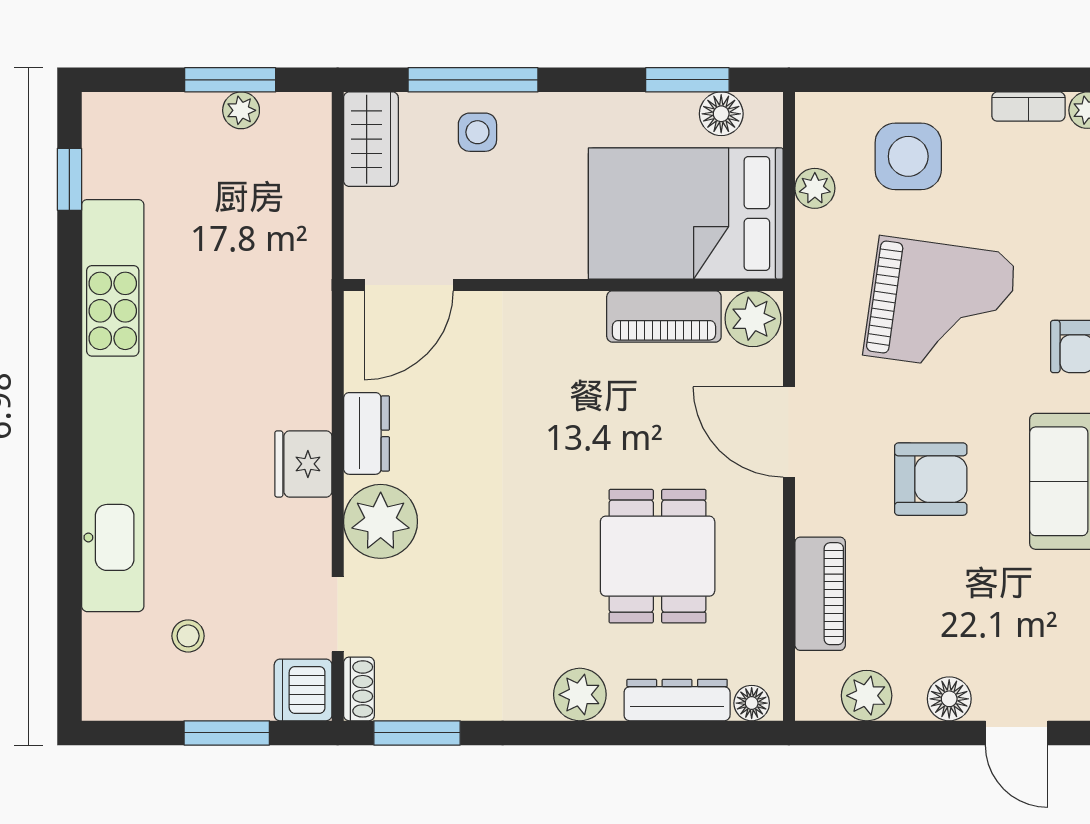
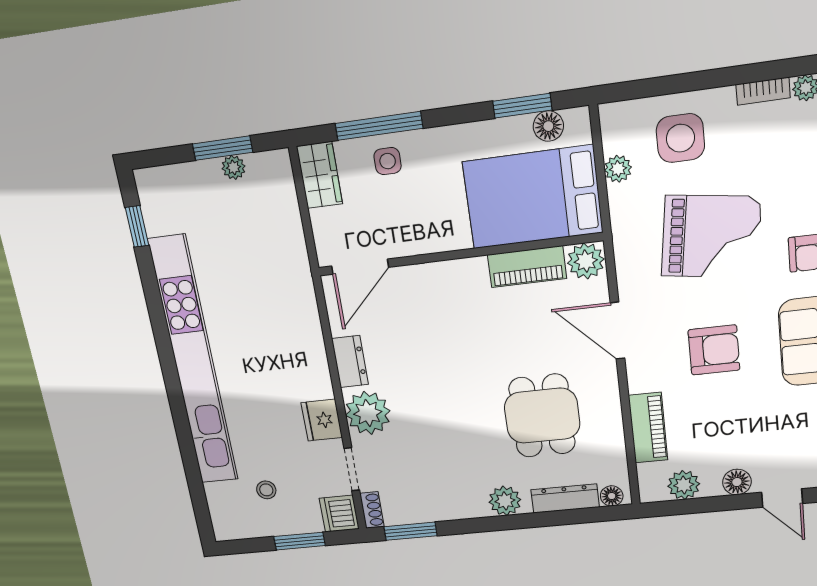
fridge: (303, 464) -> (322, 420), moved

